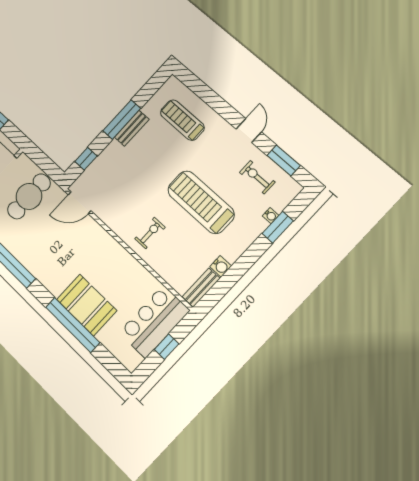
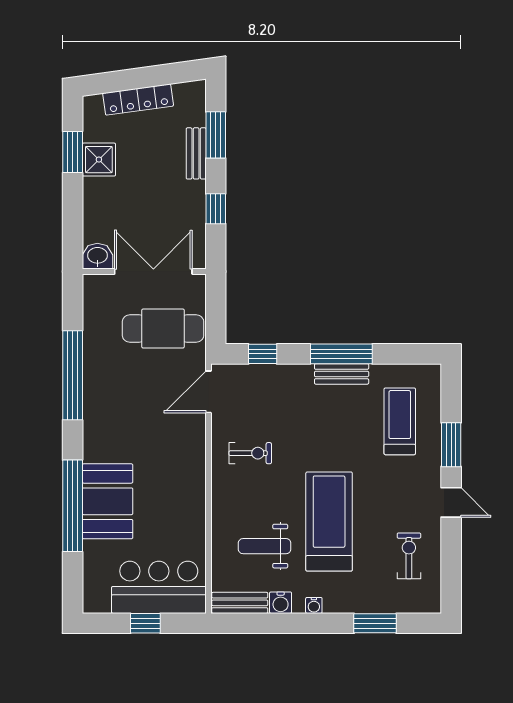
door: (249, 131) -> (451, 502), hinge flipped
window: (284, 160) -> (451, 445), moved
door: (80, 203) -> (208, 392), hinge flipped
water cooler: (271, 216) -> (314, 605), moved
exercise bike: (150, 233) -> (250, 453), moved
weight bench: (183, 247) -> (265, 546), added

